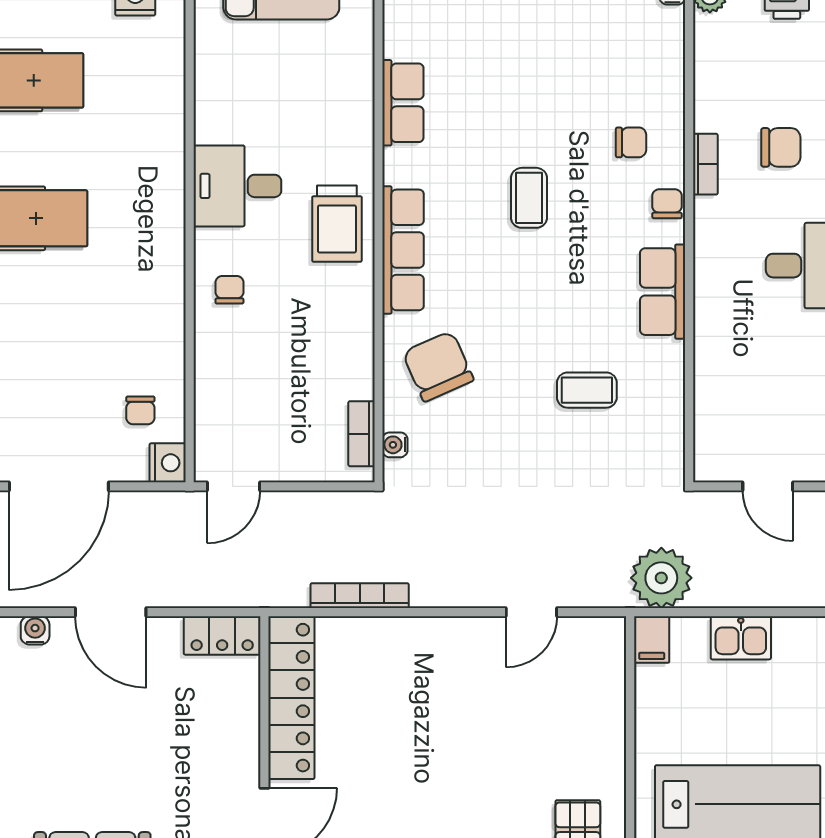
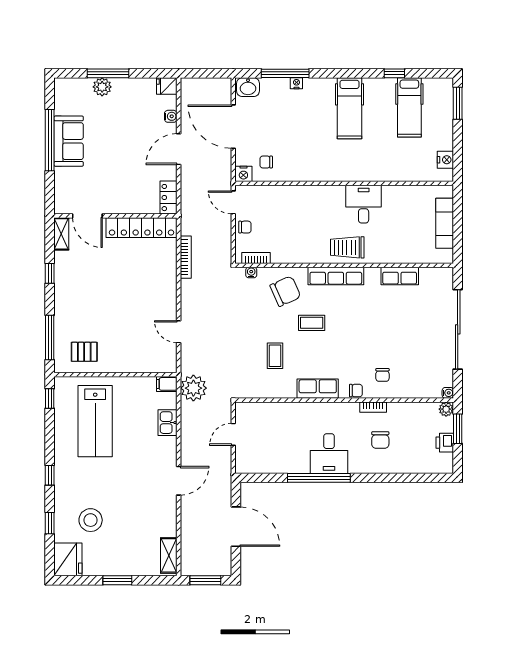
coffee table: (529, 198) -> (312, 323), moved
chair: (229, 290) -> (245, 227), moved

